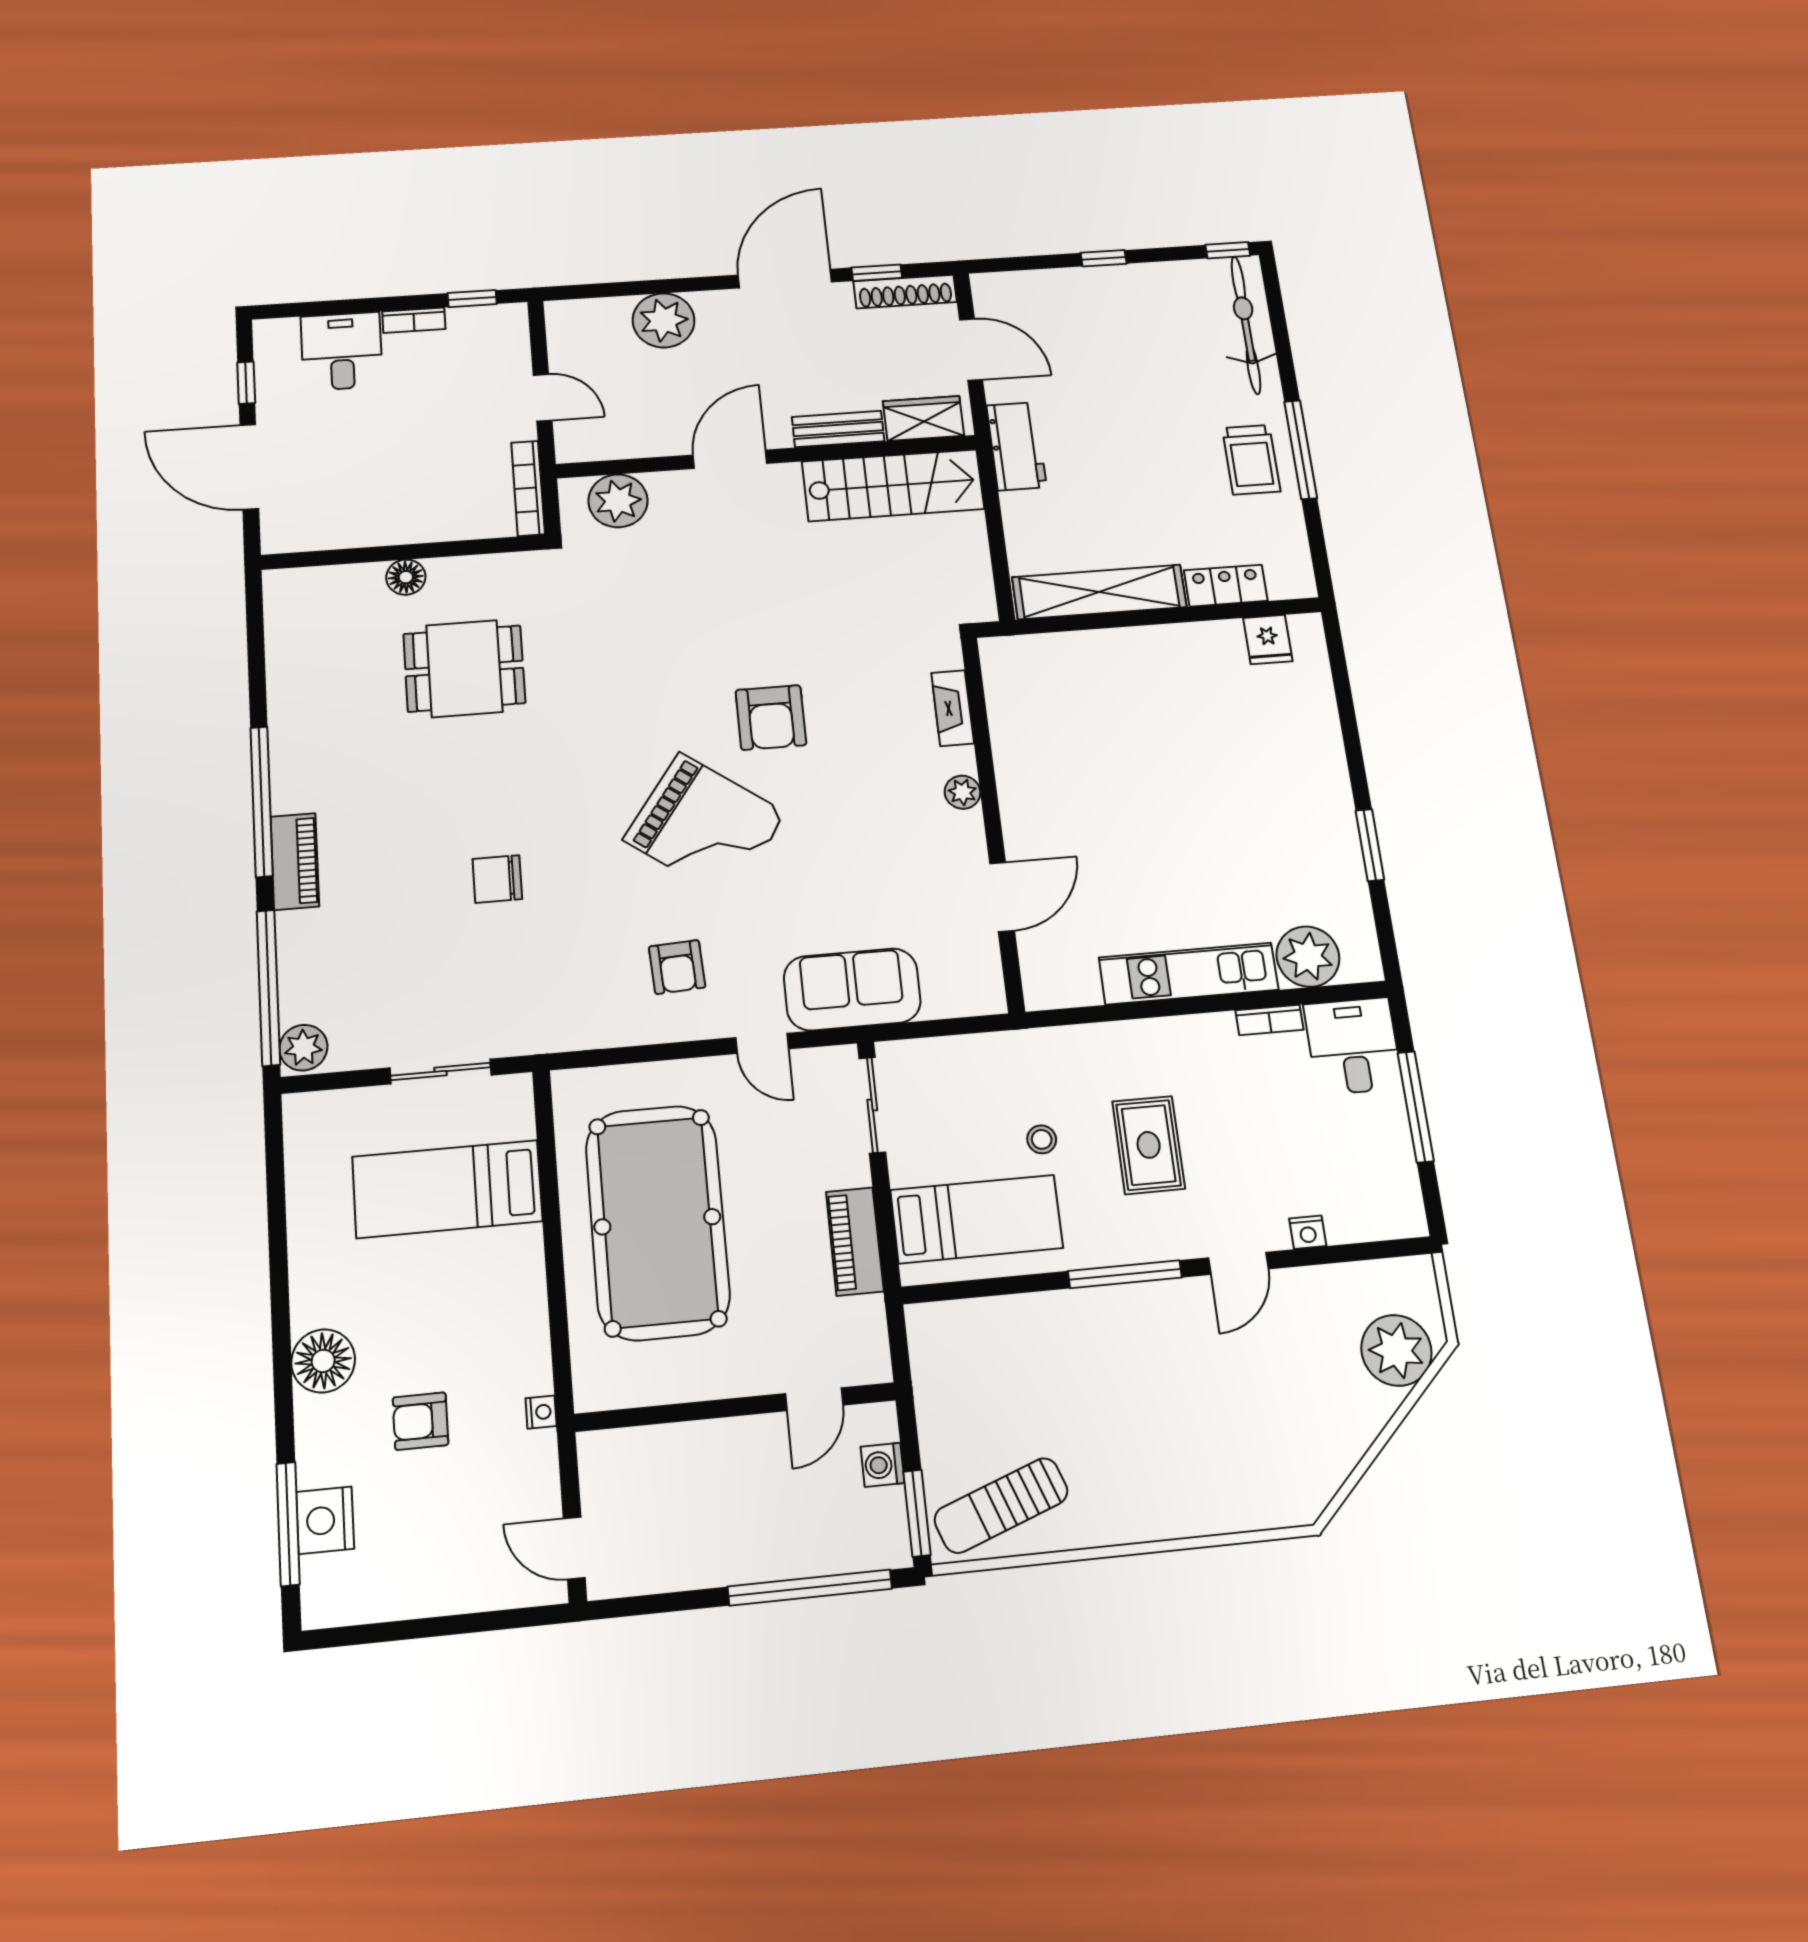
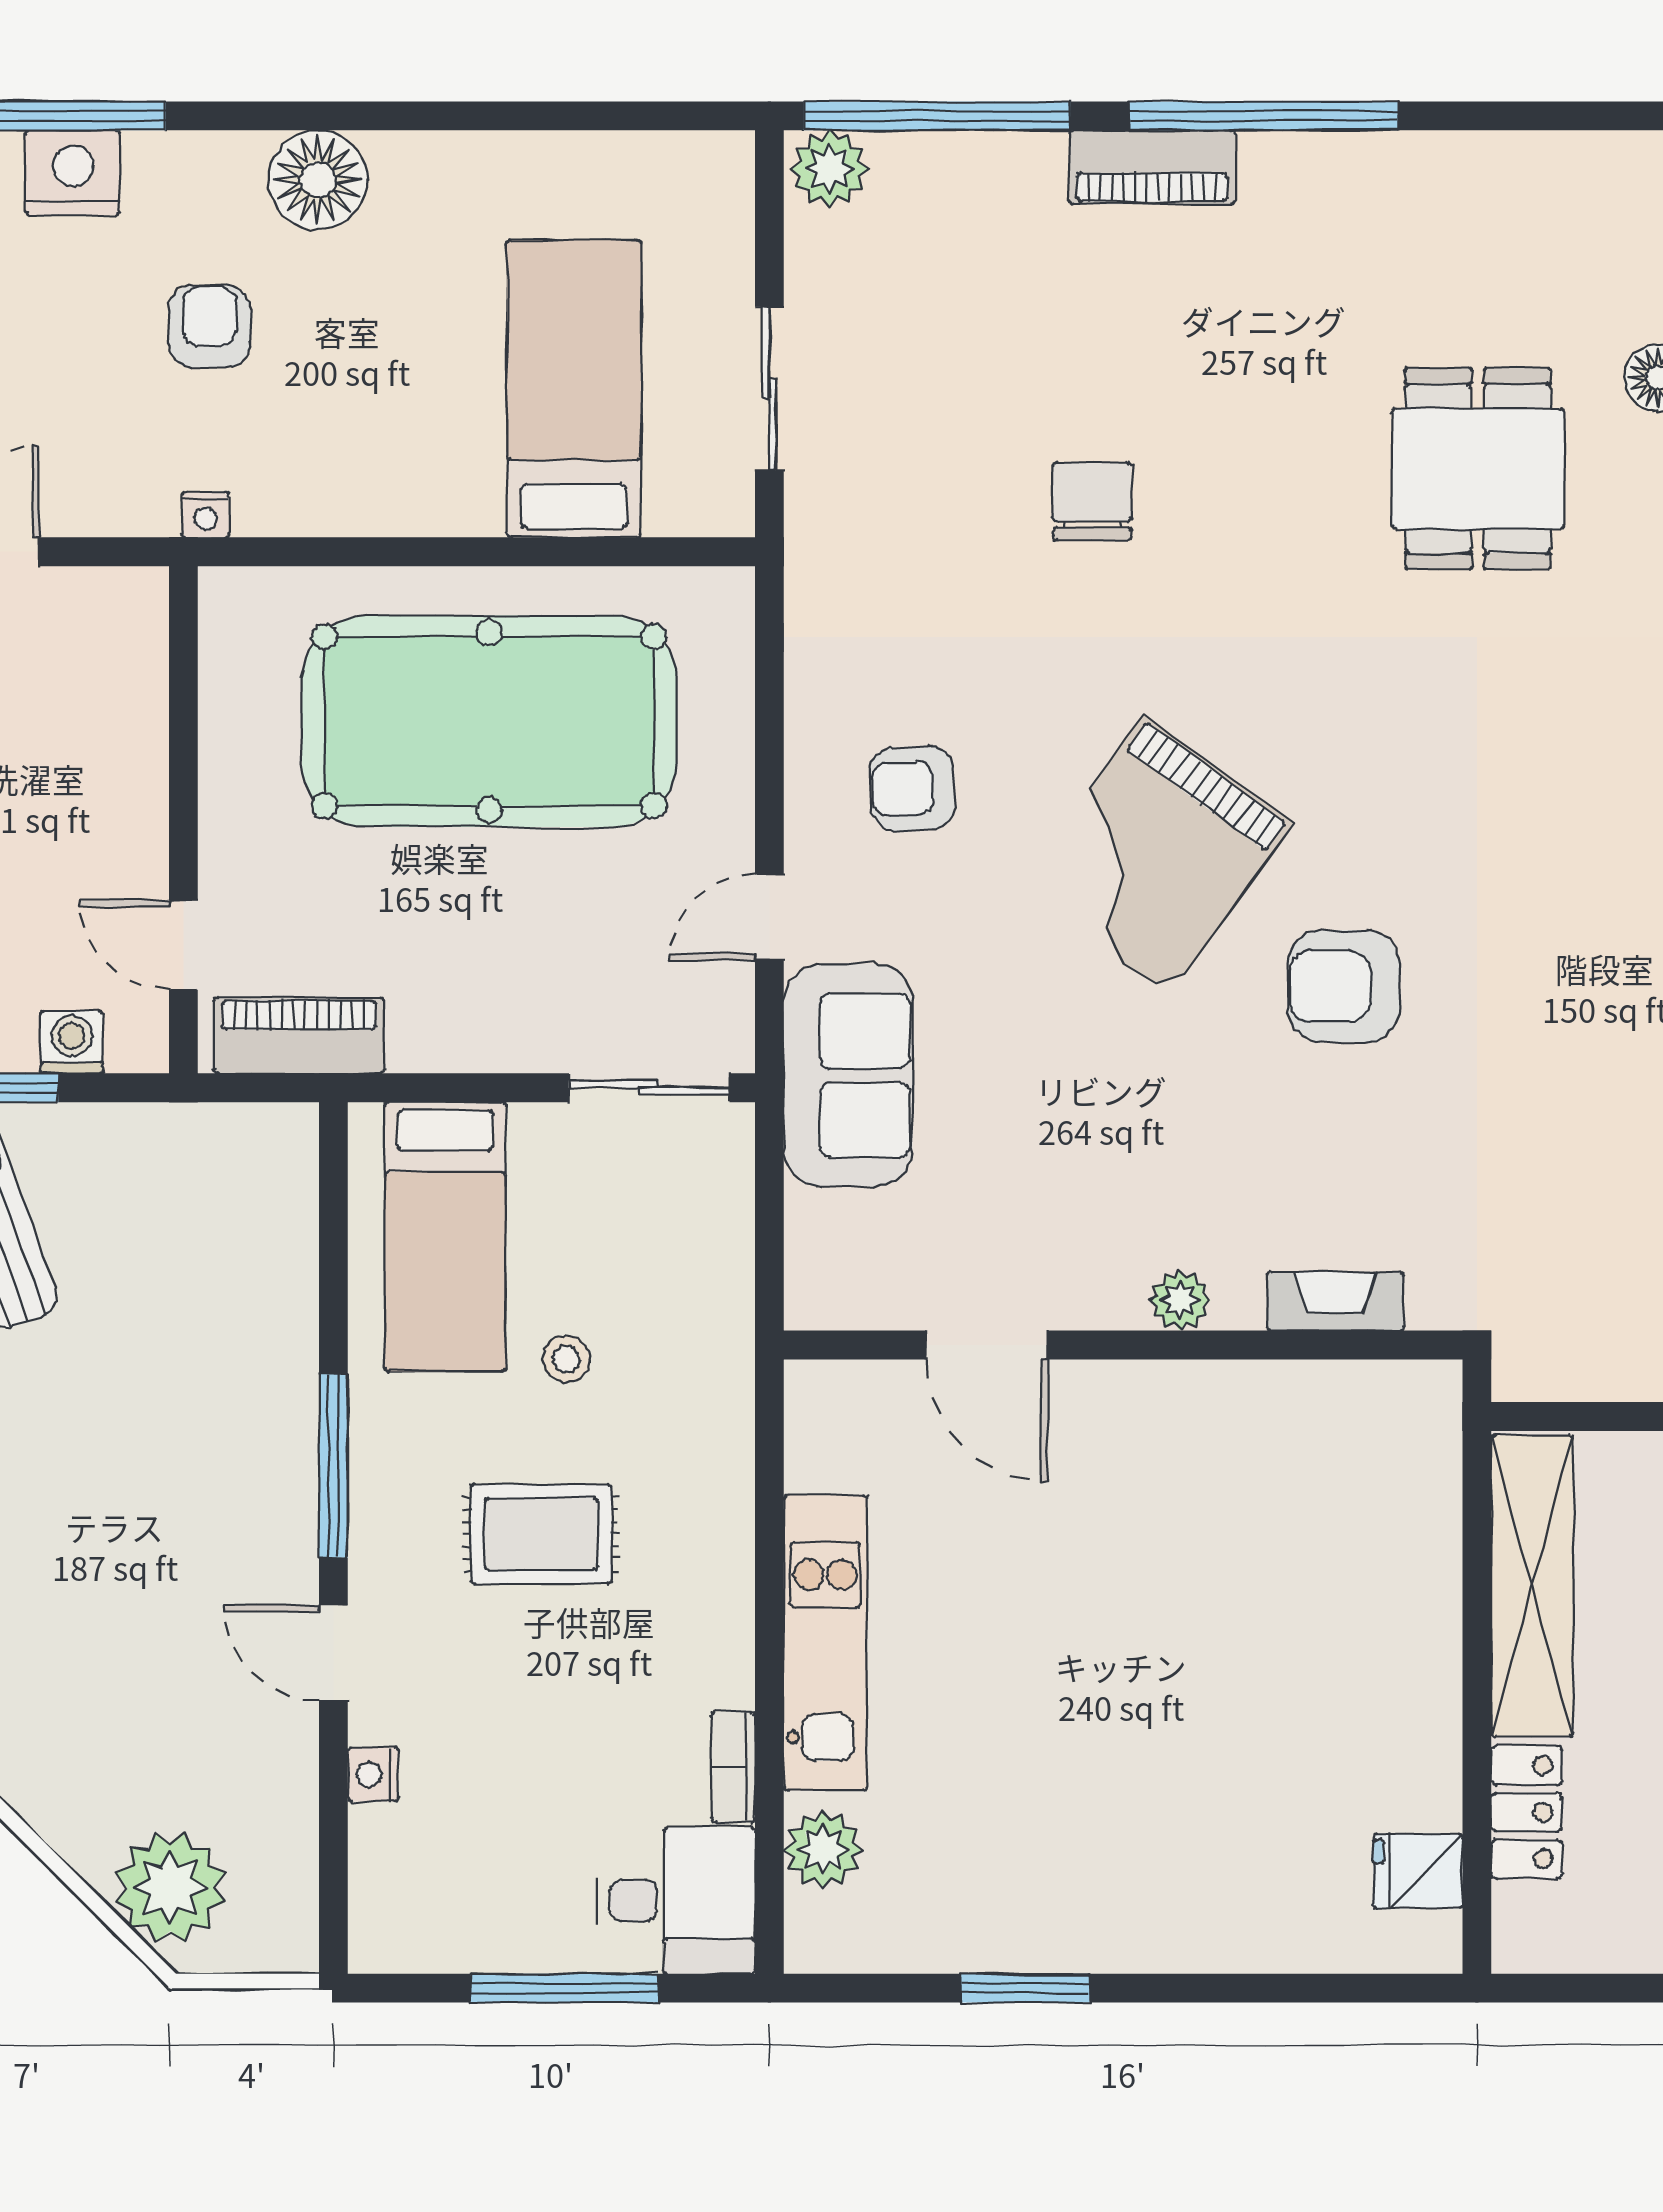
plant: (1308, 957) -> (823, 1849), width x0.73, depth x0.73
piano: (855, 1241) -> (299, 1035), moved

